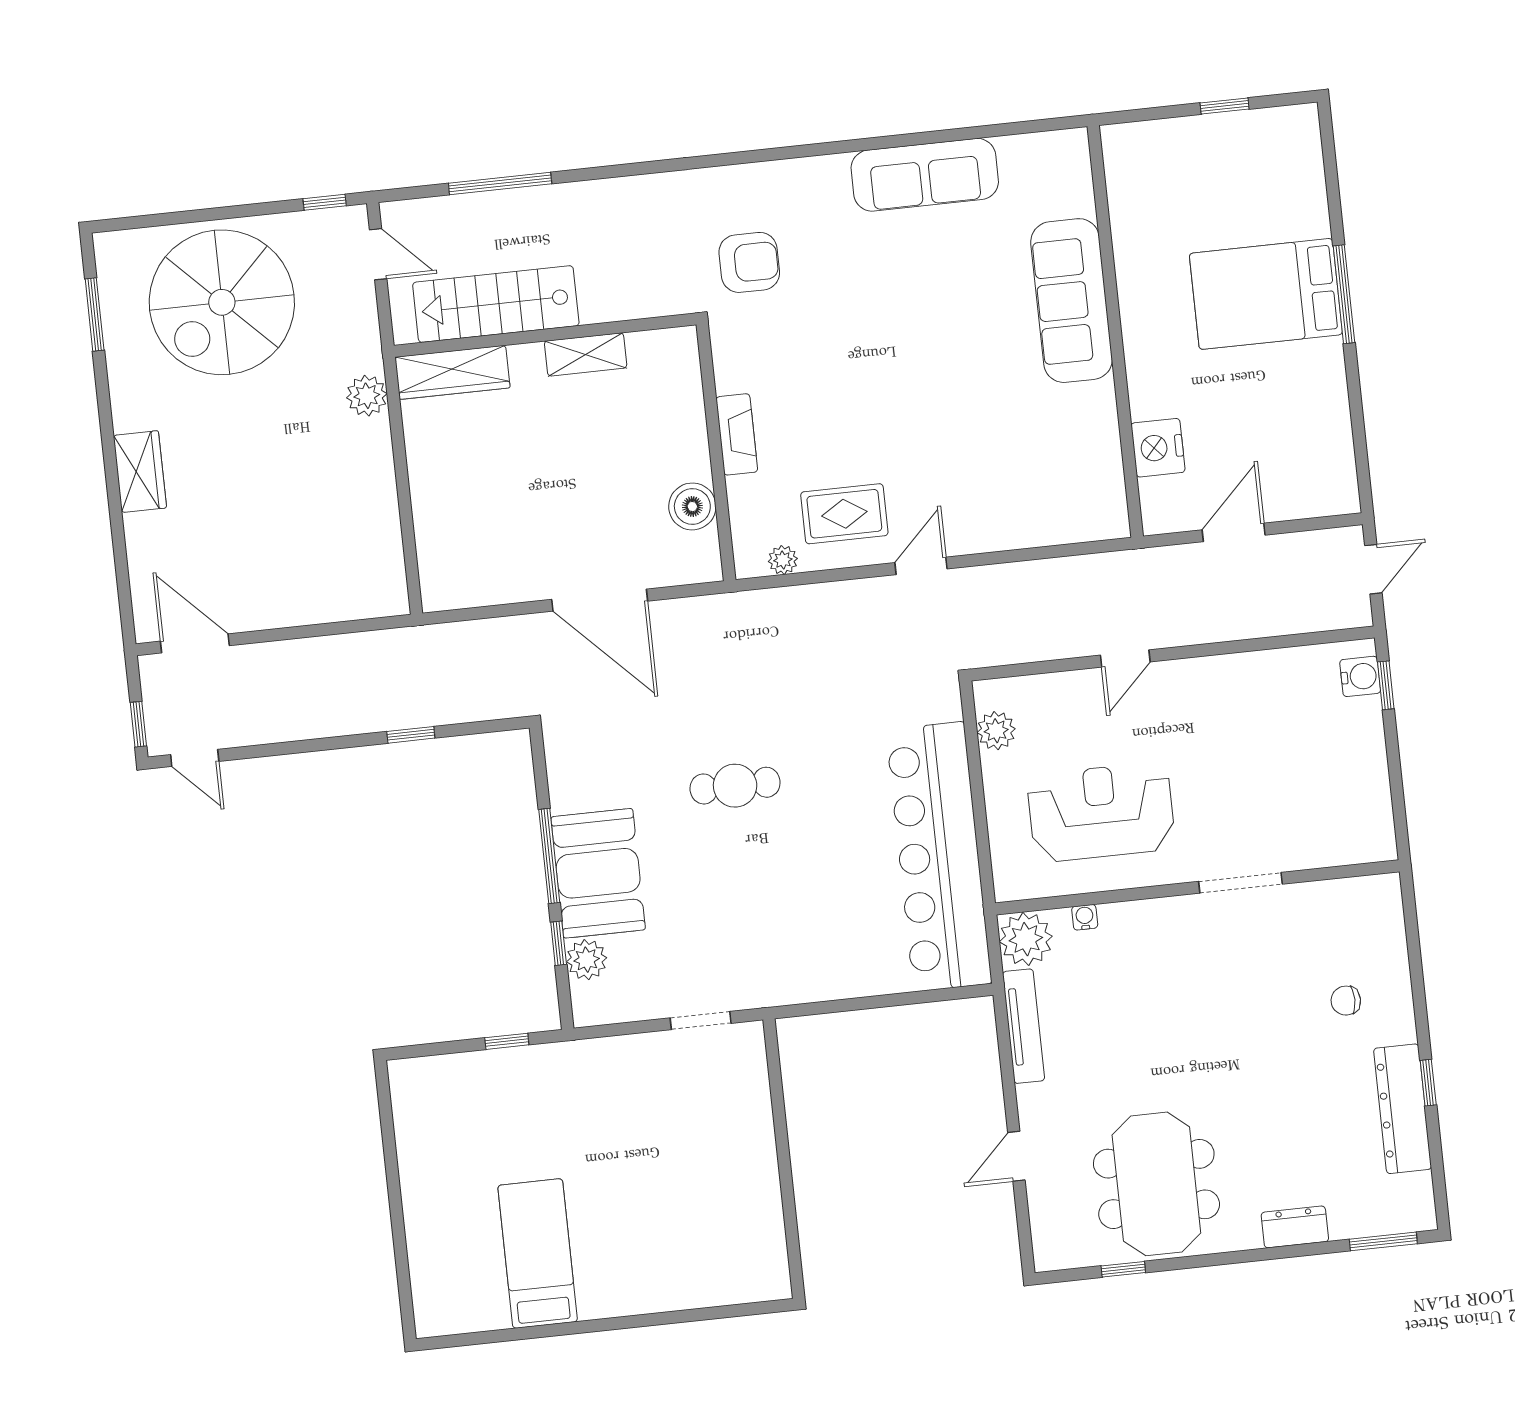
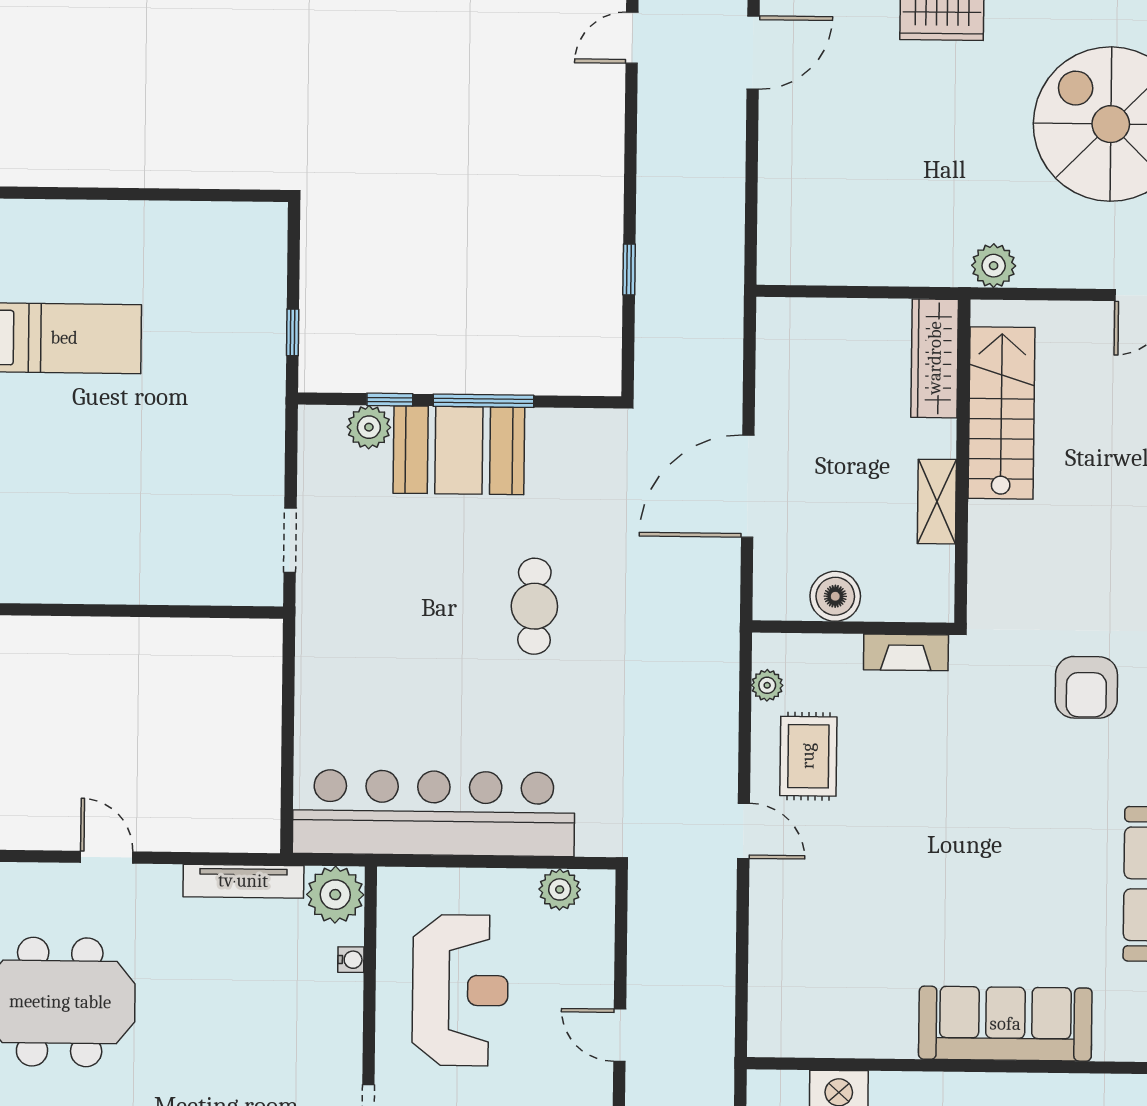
stairs: (496, 304) -> (1002, 413), moved
wall: (545, 335) -> (962, 461), moved
shelving: (586, 354) -> (937, 502), moved
wardrobe: (452, 372) -> (935, 358), moved

